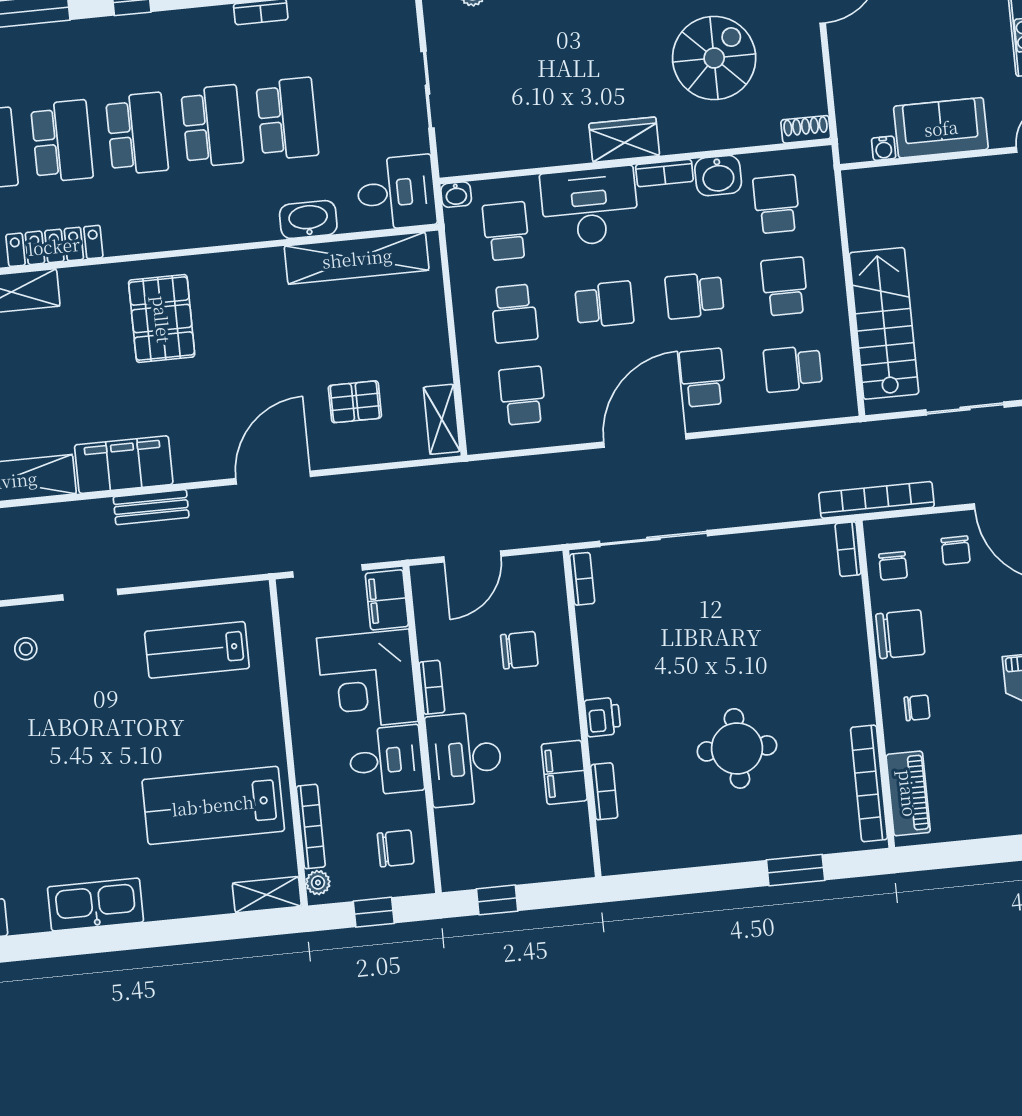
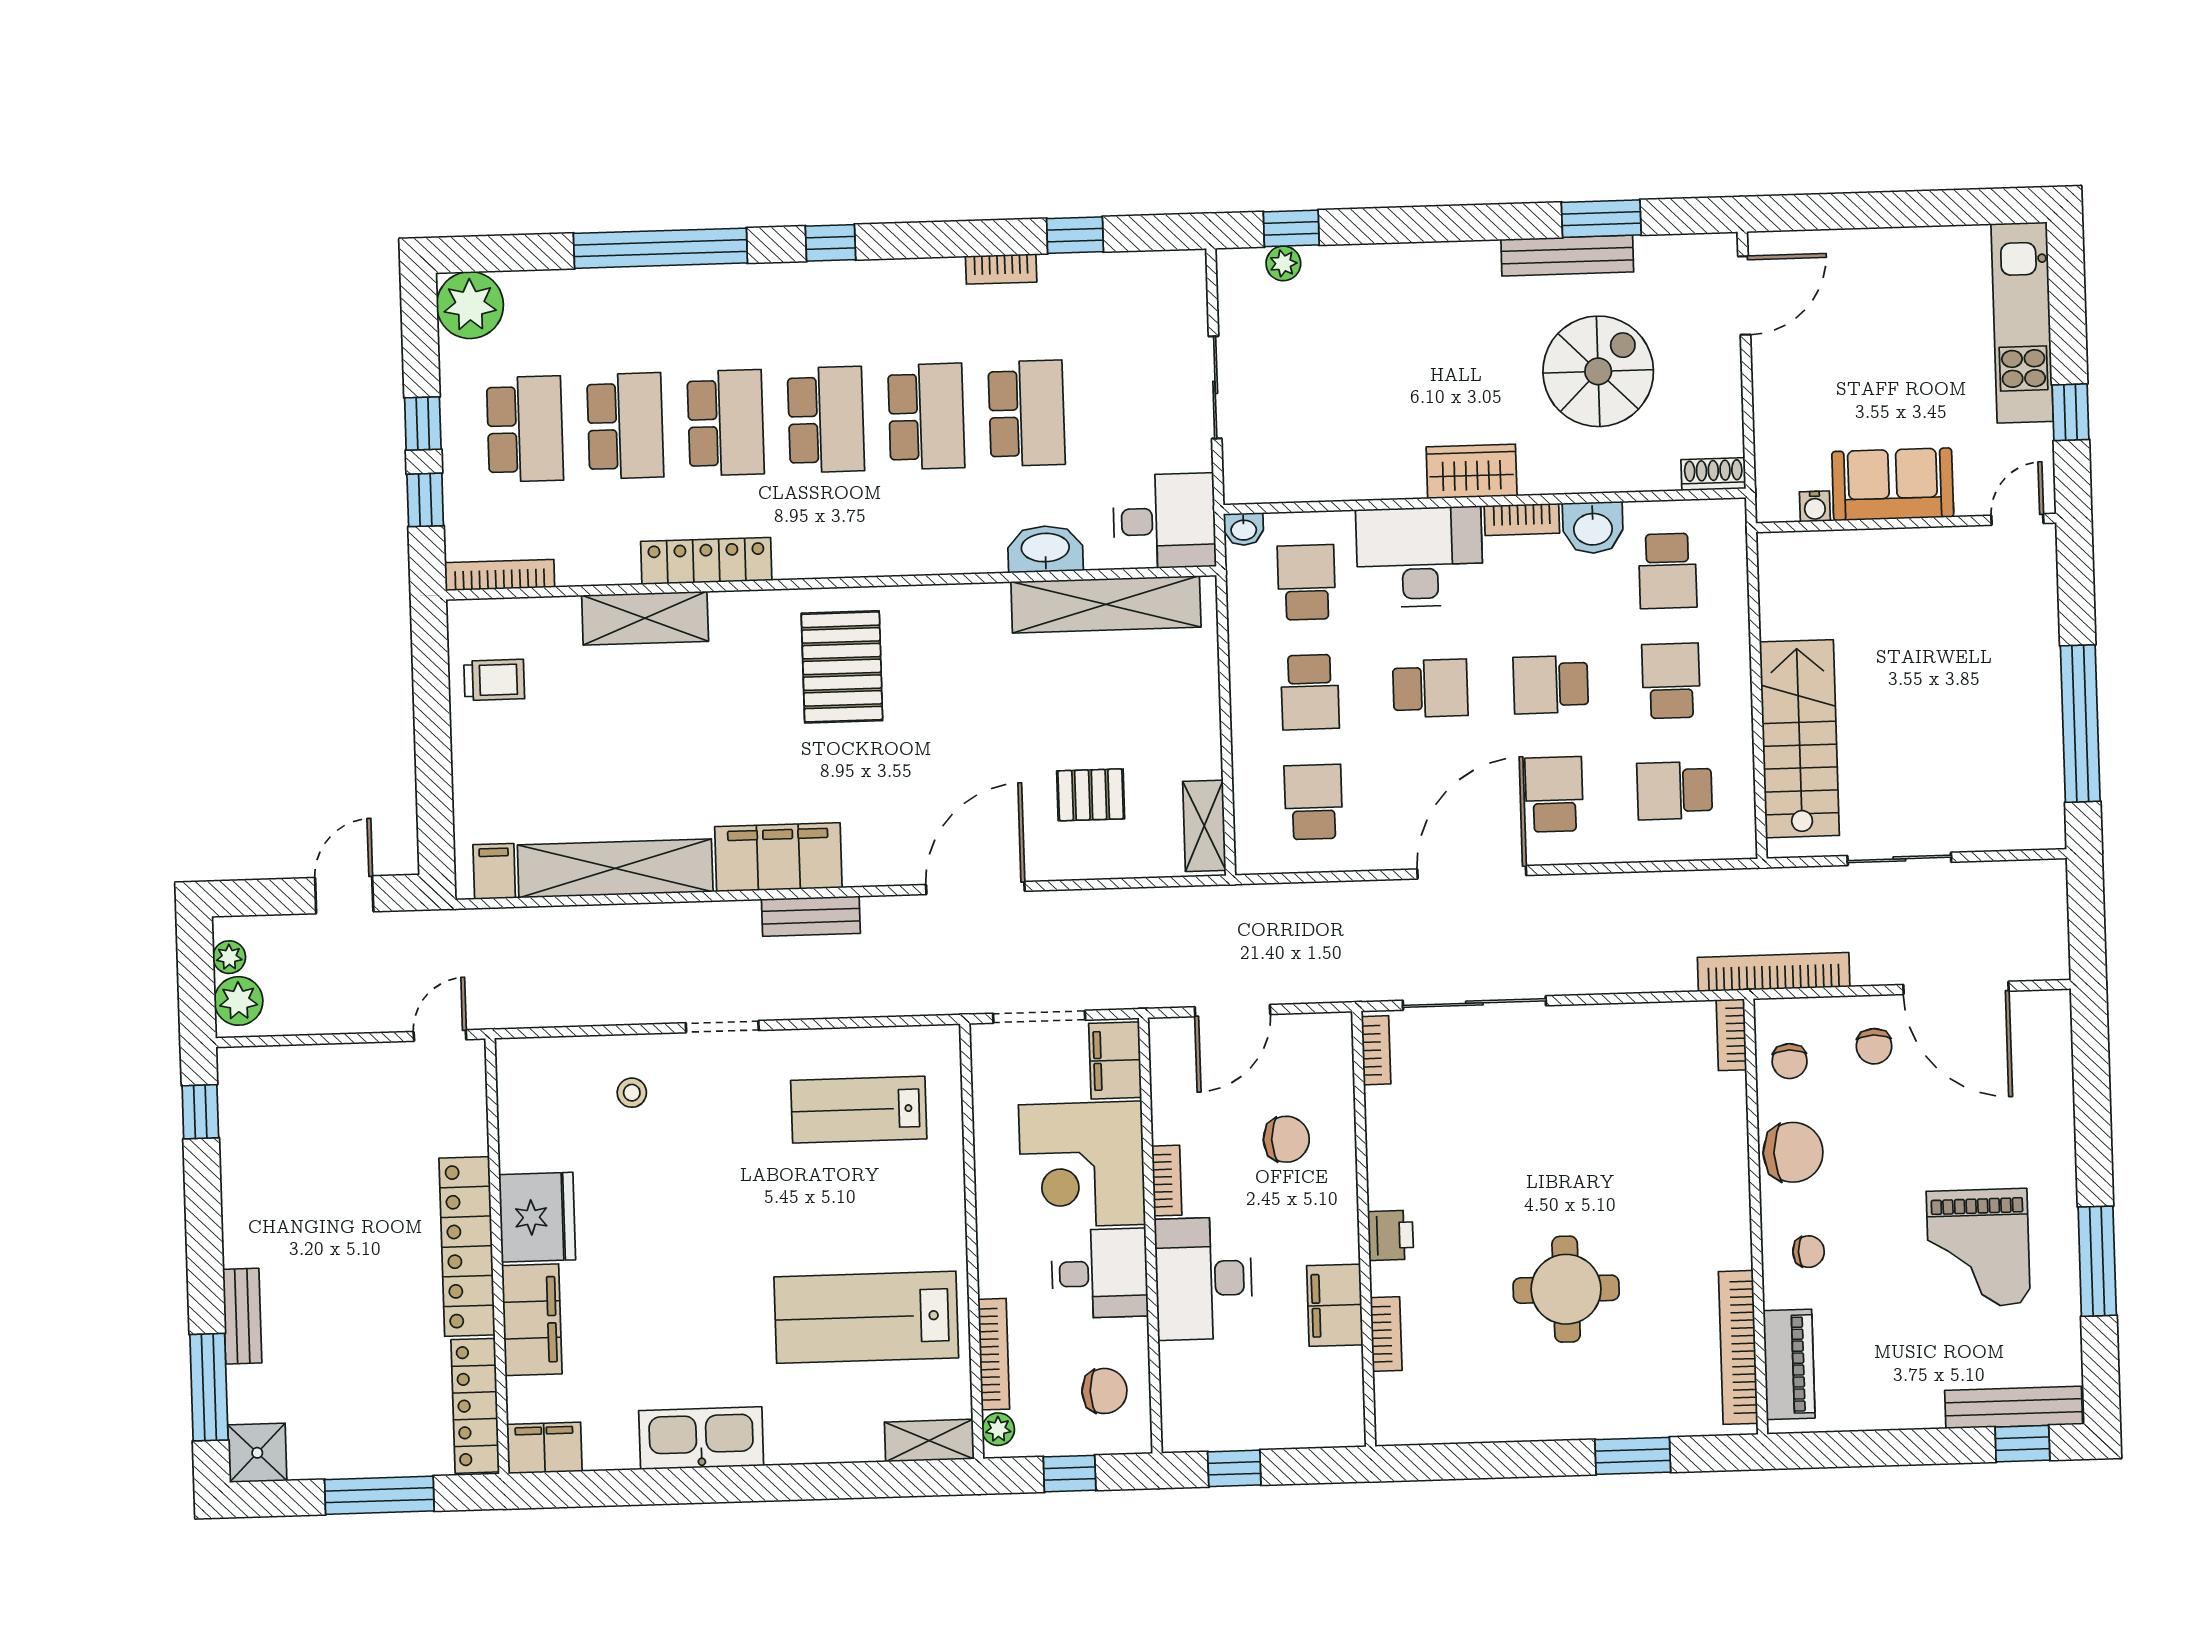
school desk: (776, 204) -> (1668, 571), turned 180

